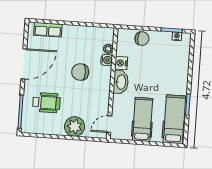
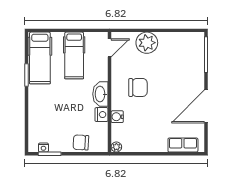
plant: (108, 49) -> (116, 147), moved
chair: (80, 72) -> (138, 87), moved
wheelchair: (46, 103) -> (179, 66), removed

